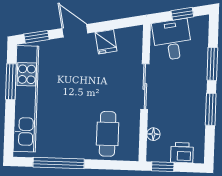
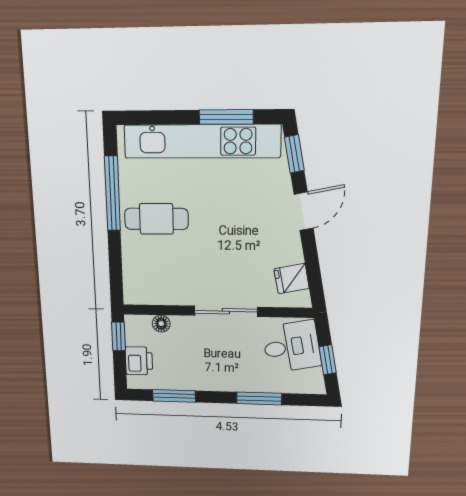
fridge: (106, 42) -> (292, 279), moved
window: (211, 109) -> (174, 396), moved
cafe table: (108, 134) -> (156, 219), moved

